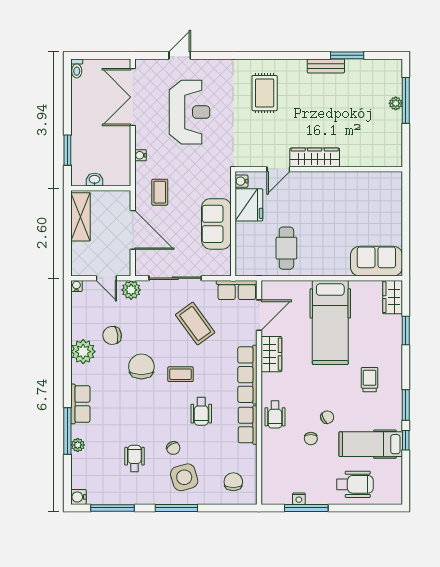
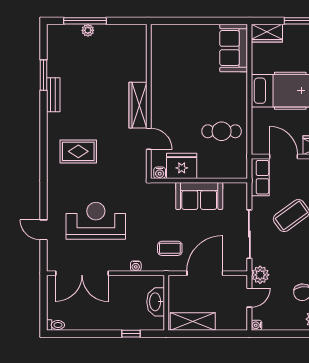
window: (67, 150) -> (131, 334), width x0.67
washbasin: (94, 180) -> (156, 302), width x1.91, depth x1.45

